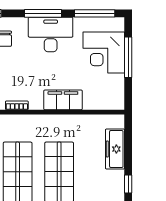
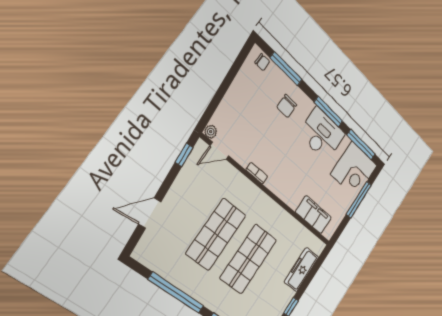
corner desk: (104, 53) -> (354, 170), moved, turned -90
filing cabinet: (63, 100) -> (314, 215), moved

